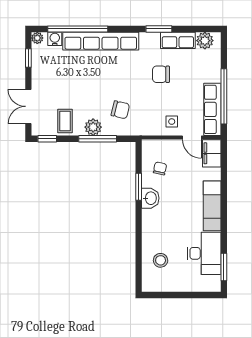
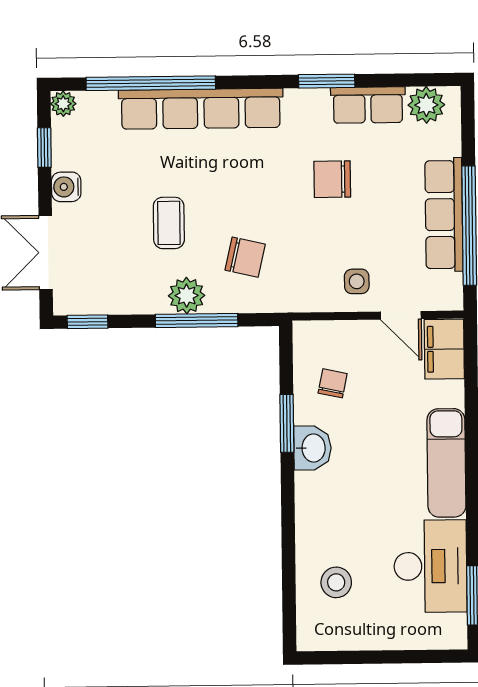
water cooler: (55, 39) -> (66, 187), moved, turned -90
row of seats: (212, 109) -> (444, 215), moved
coffee table: (65, 121) -> (169, 223), moved

